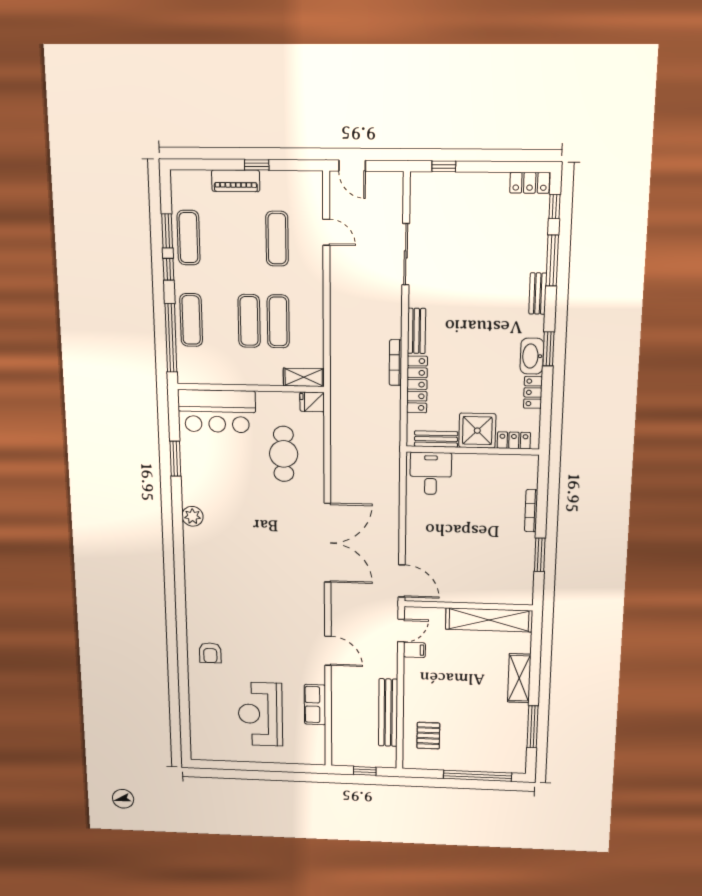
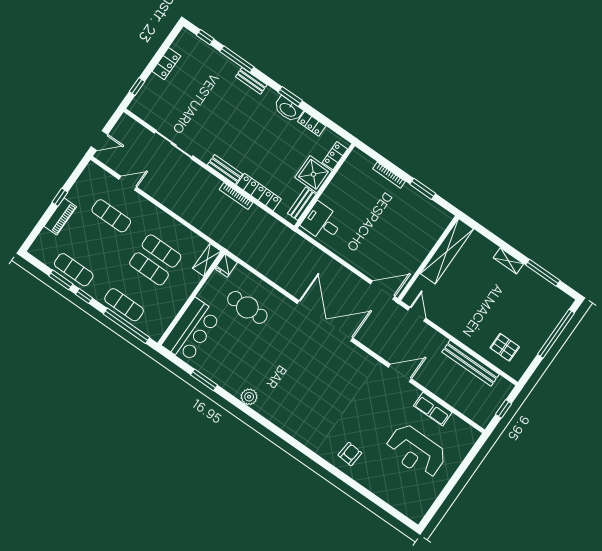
locker: (530, 183) -> (166, 64), moved
filing cabinet: (414, 650) -> (436, 315), removed
armchair: (210, 653) -> (350, 454), turned -85
shelving: (519, 678) -> (508, 261), width x0.67, depth x0.75

